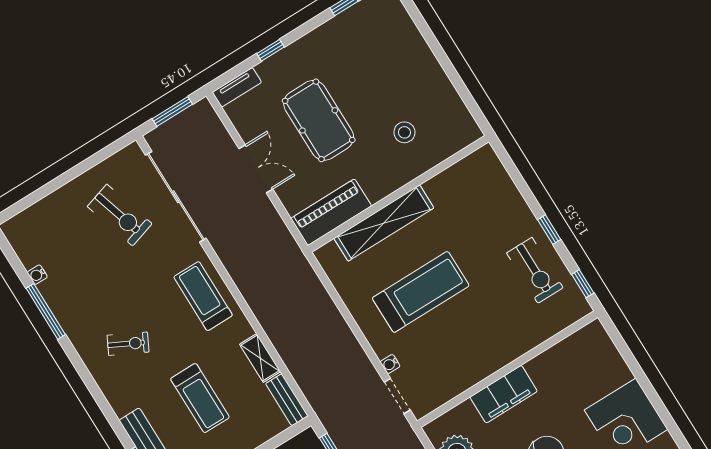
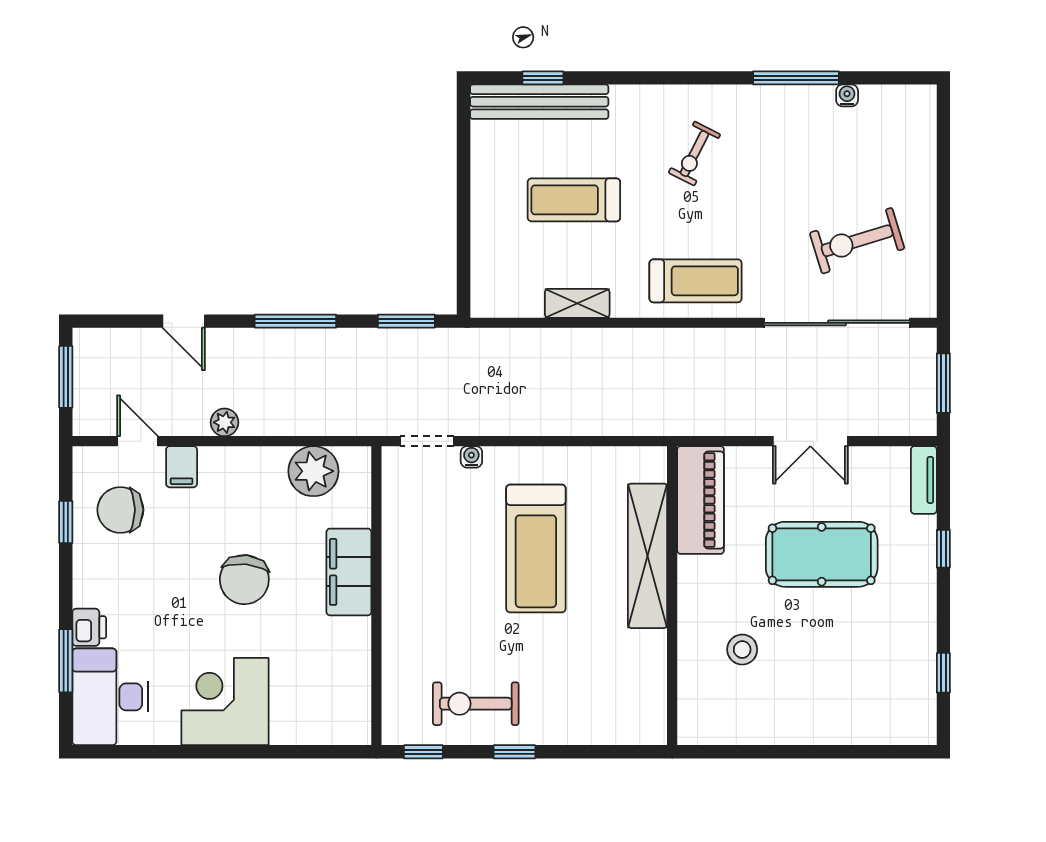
bench: (287, 400) -> (506, 304), removed

